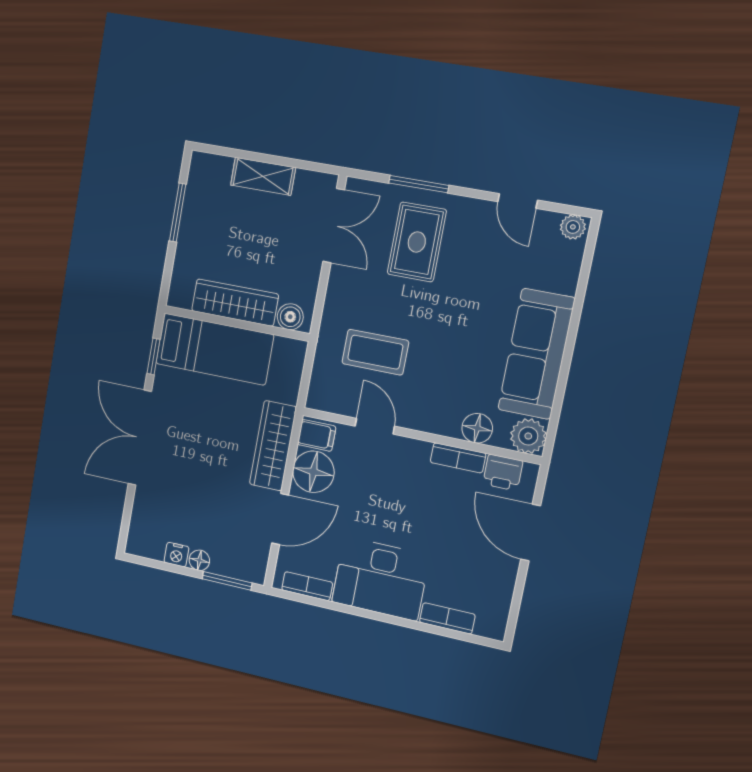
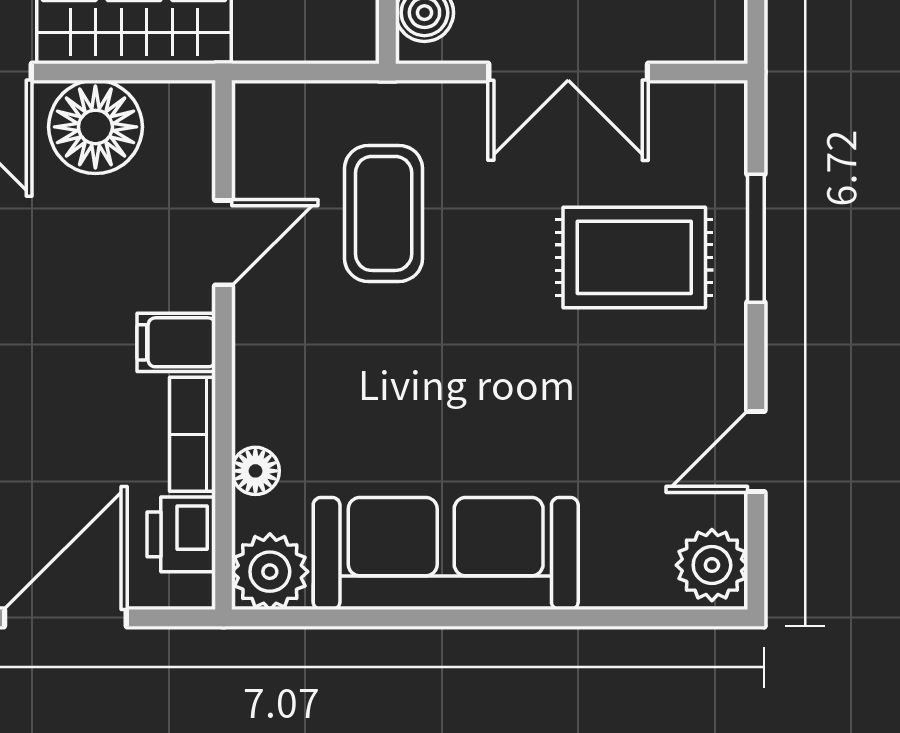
double door: (334, 226) -> (568, 72), moved
plant: (573, 227) -> (712, 565), width x1.38, depth x1.38
floor lamp: (477, 428) -> (255, 471), width x0.73, depth x0.73
filing cabinet: (317, 435) -> (176, 342), moved, turned 90

